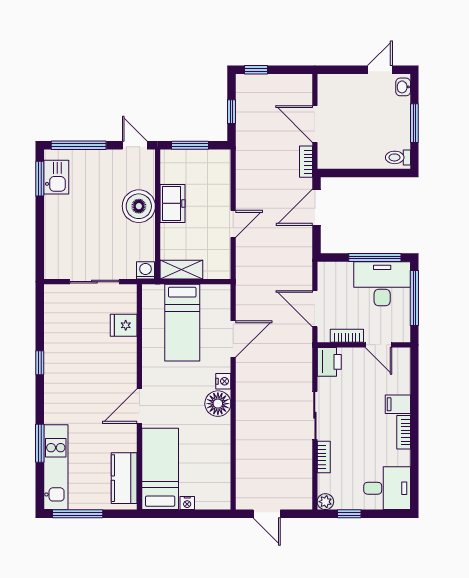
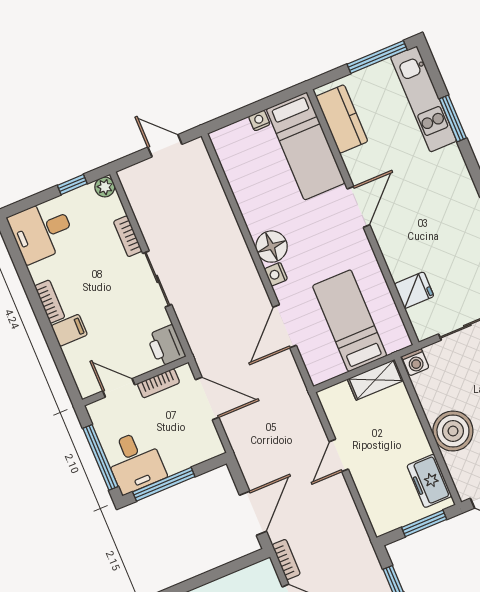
freezer: (173, 203) -> (429, 481), moved
desk: (382, 284) -> (135, 462), width x0.73

